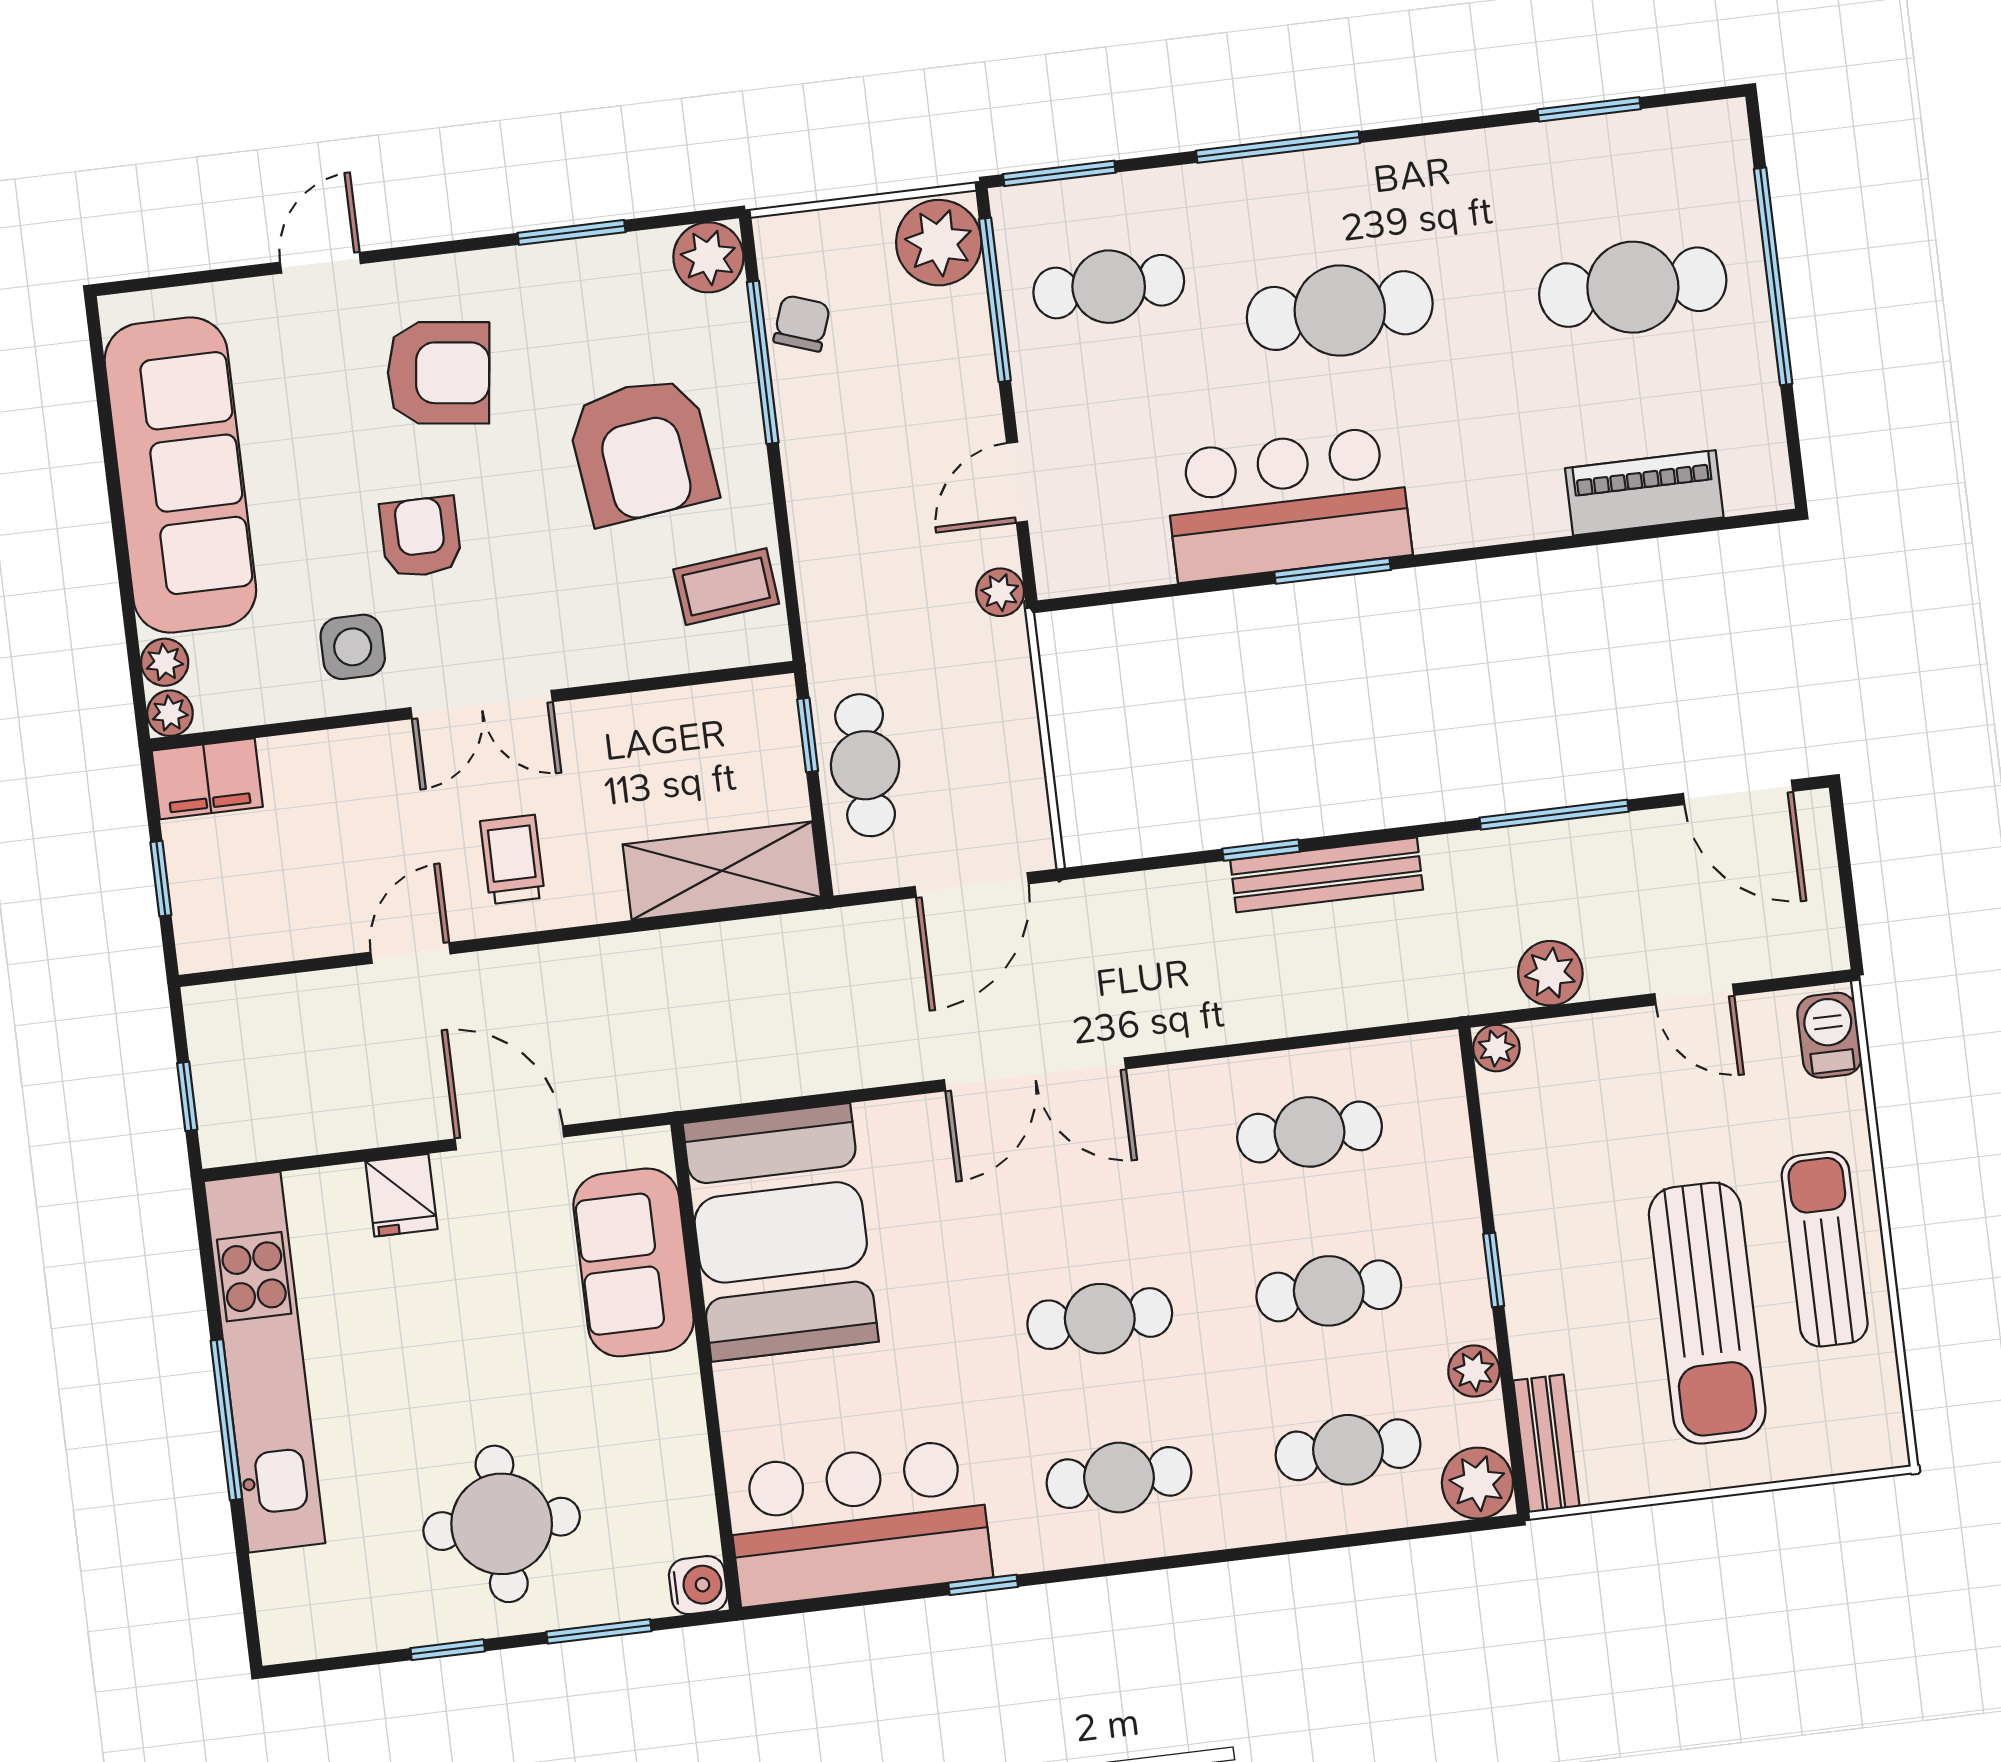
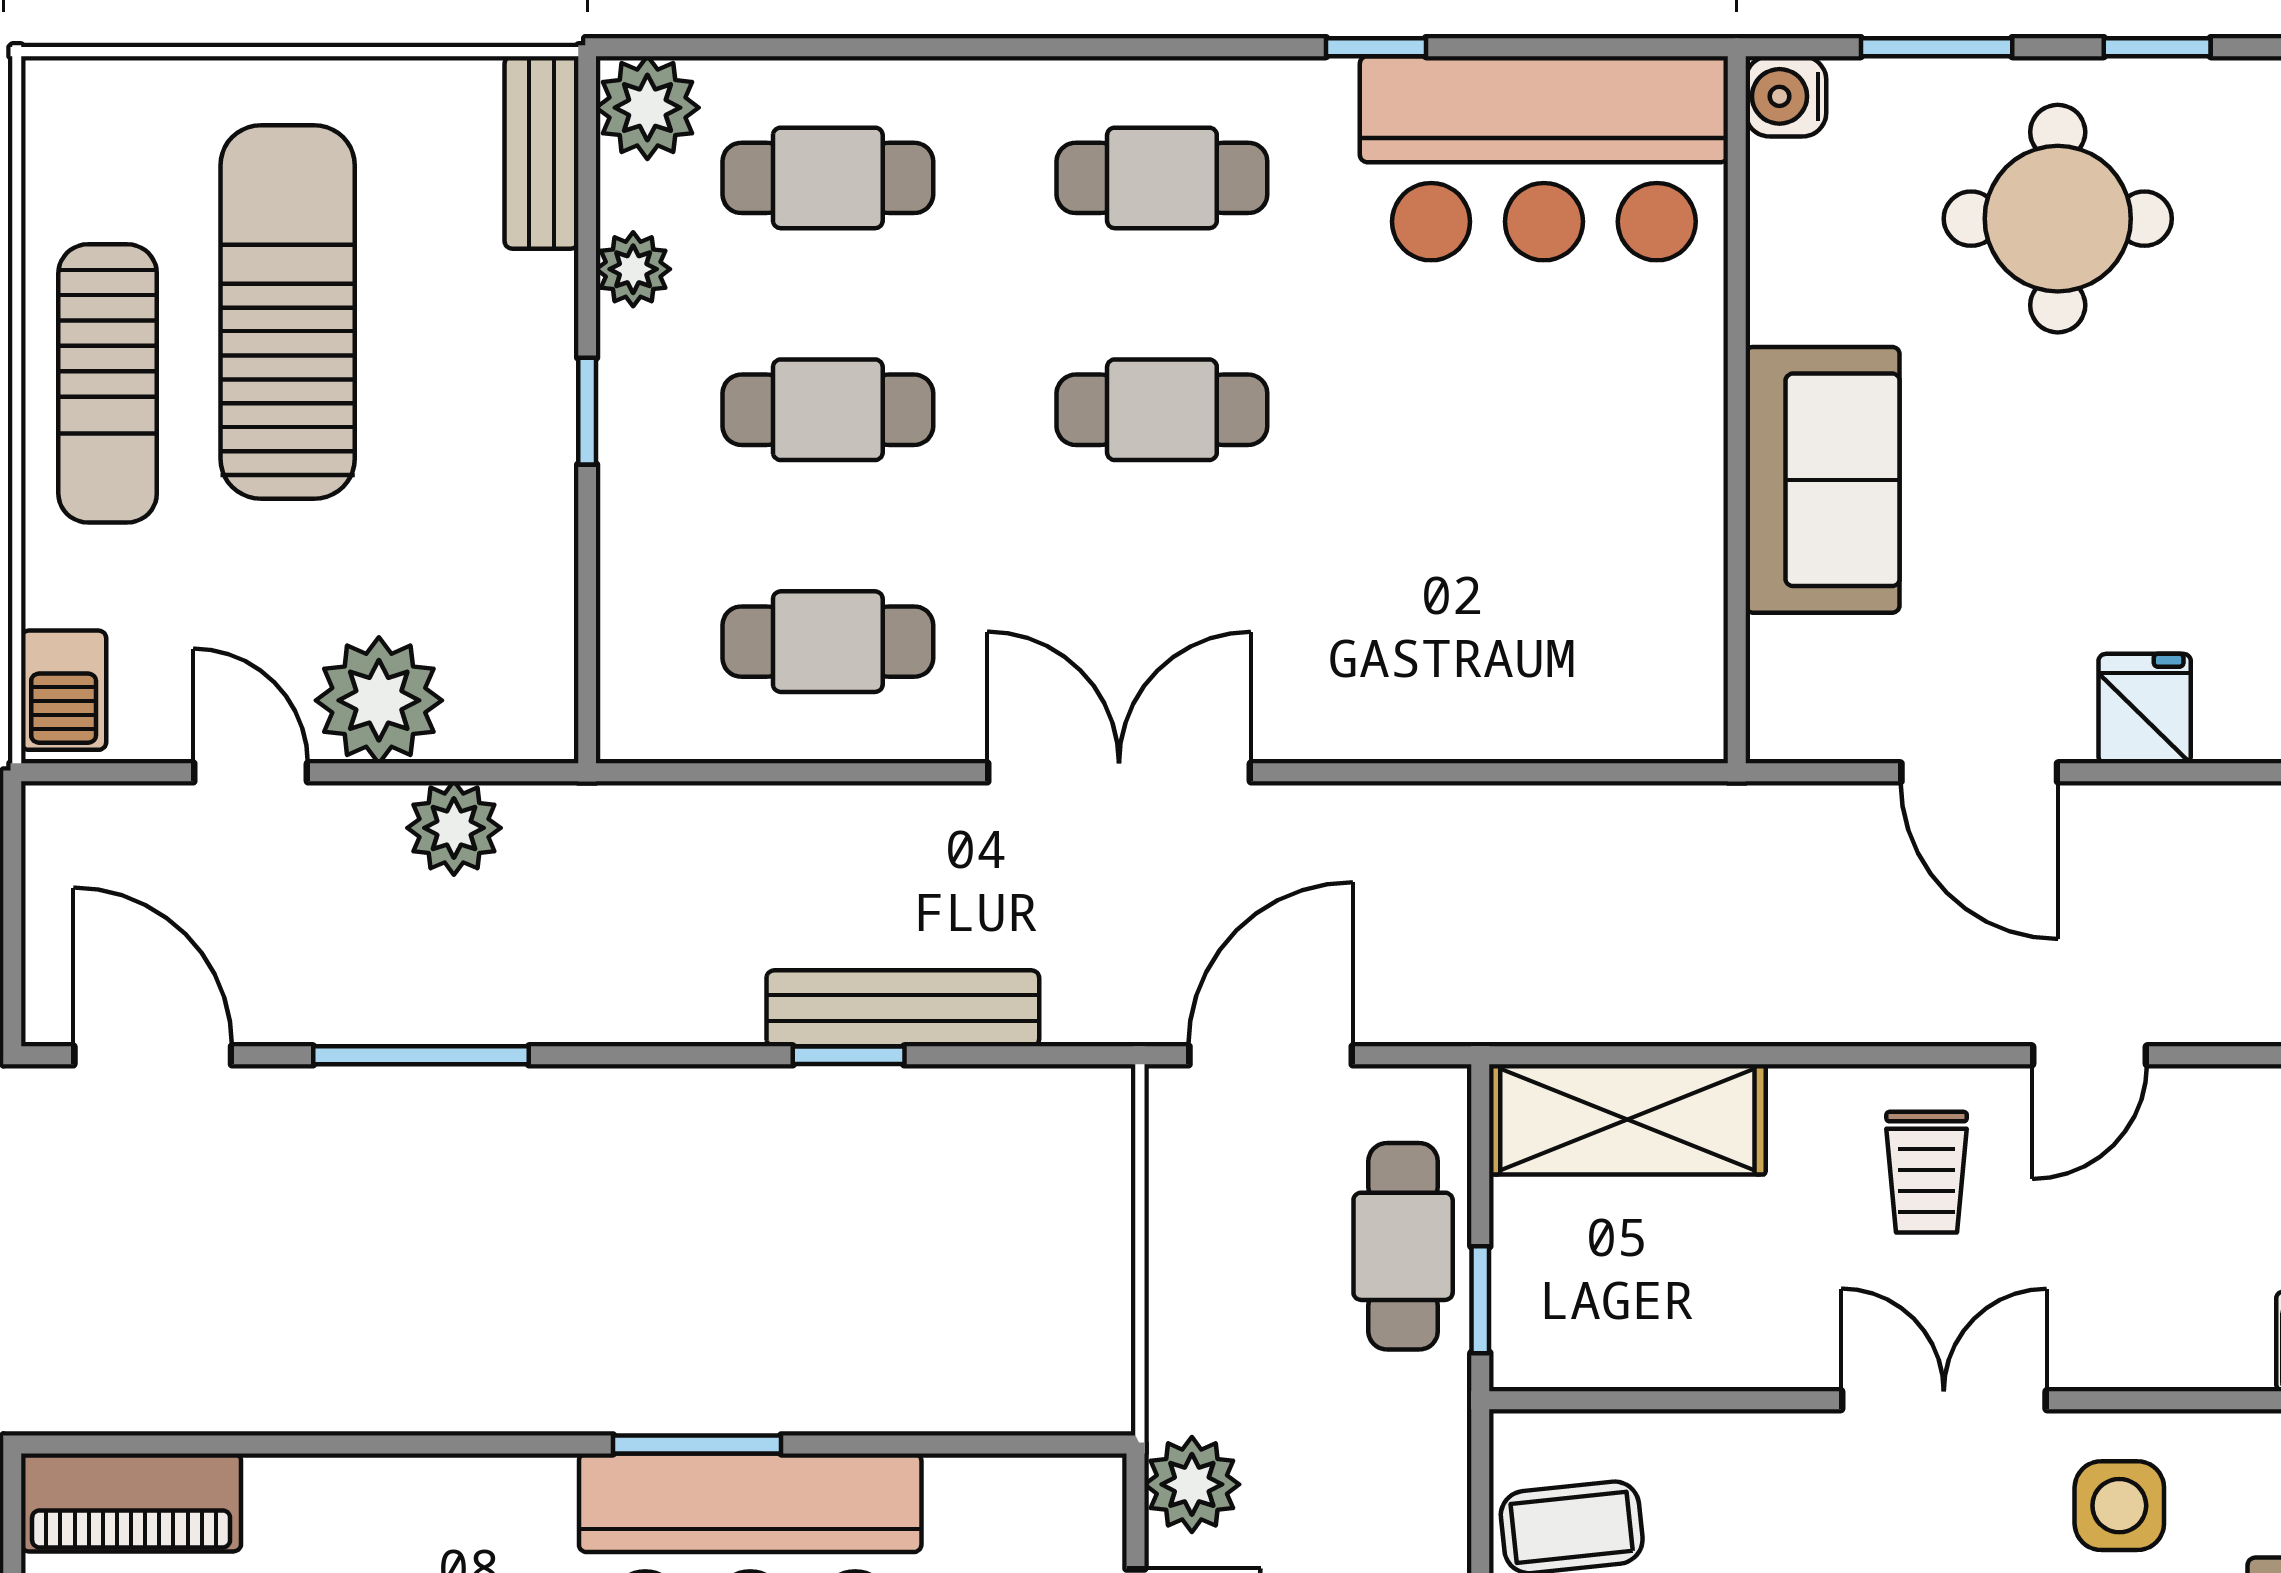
piano: (1644, 493) -> (131, 1502), moved
plant: (1000, 592) -> (1192, 1484), width x1.38, depth x1.38
bench: (1327, 875) -> (903, 1008), moved
plant: (1496, 1048) -> (379, 700), moved, width x1.88, depth x1.88
double door: (1035, 1074) -> (1119, 772), moved
booth: (781, 1232) -> (1606, 589), removed
sofa: (634, 1262) -> (1823, 480), moved

